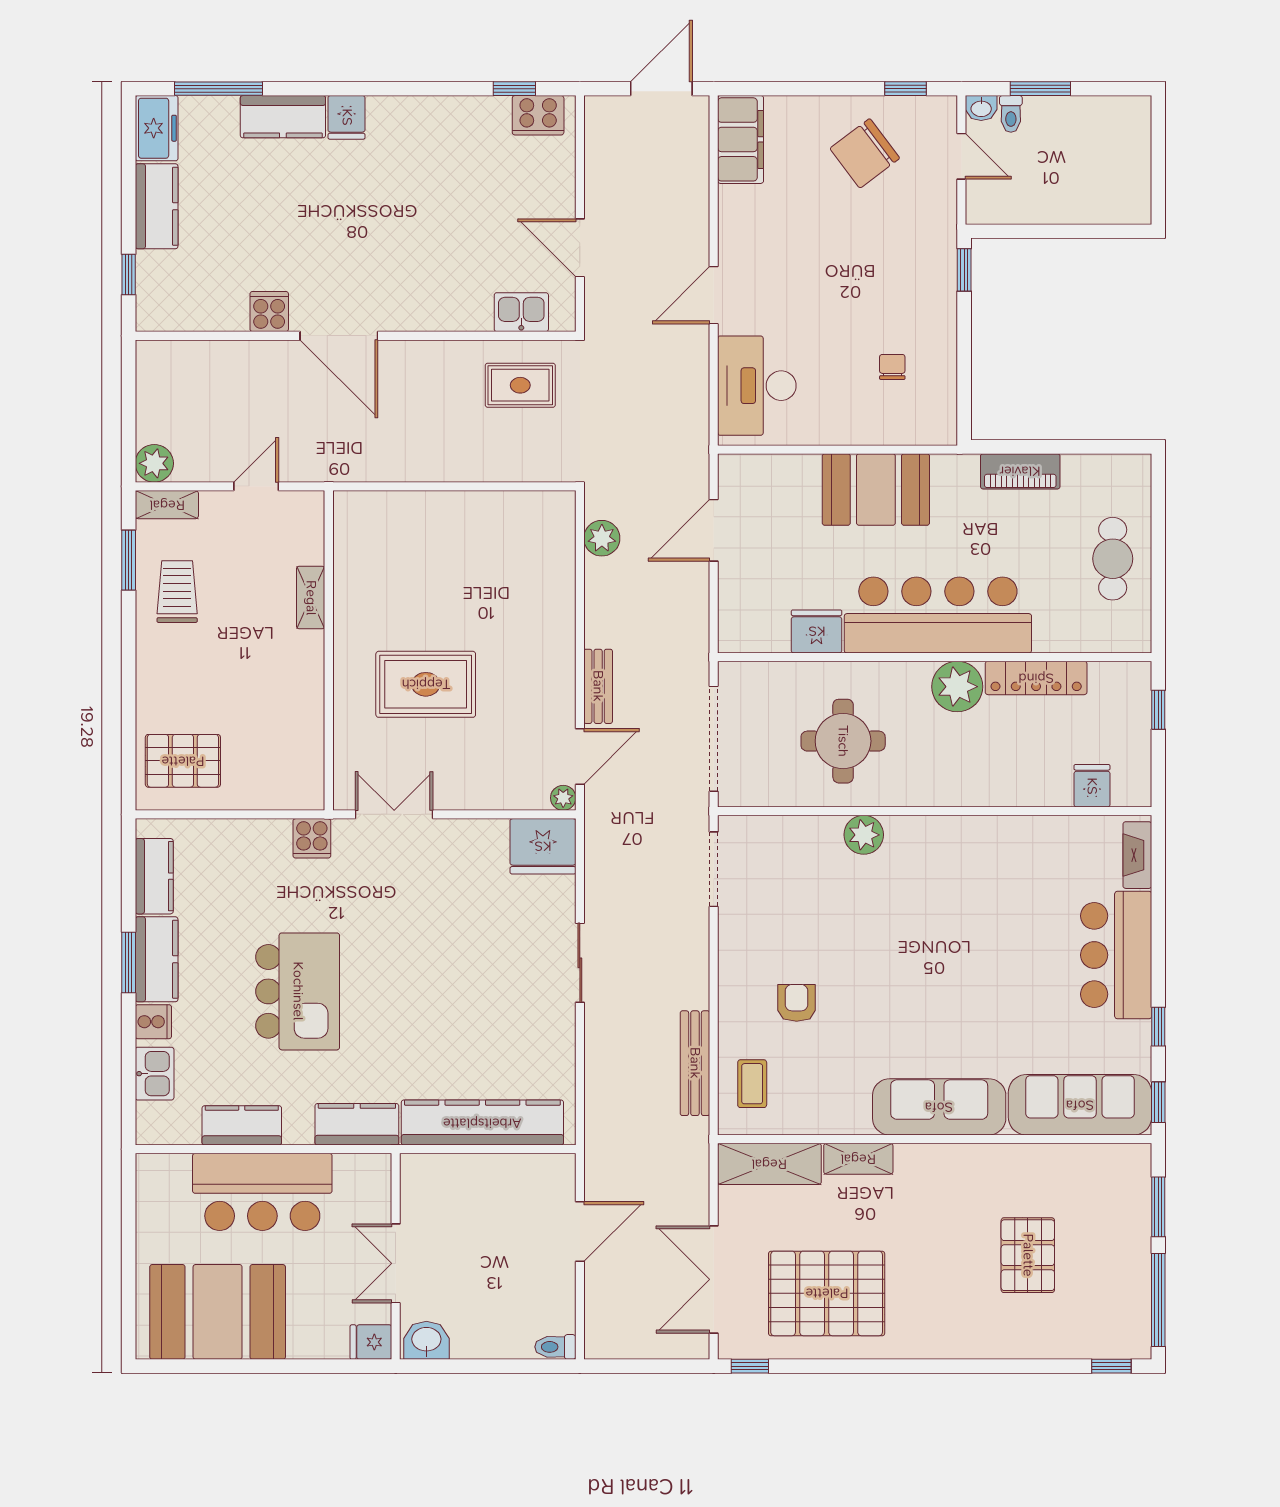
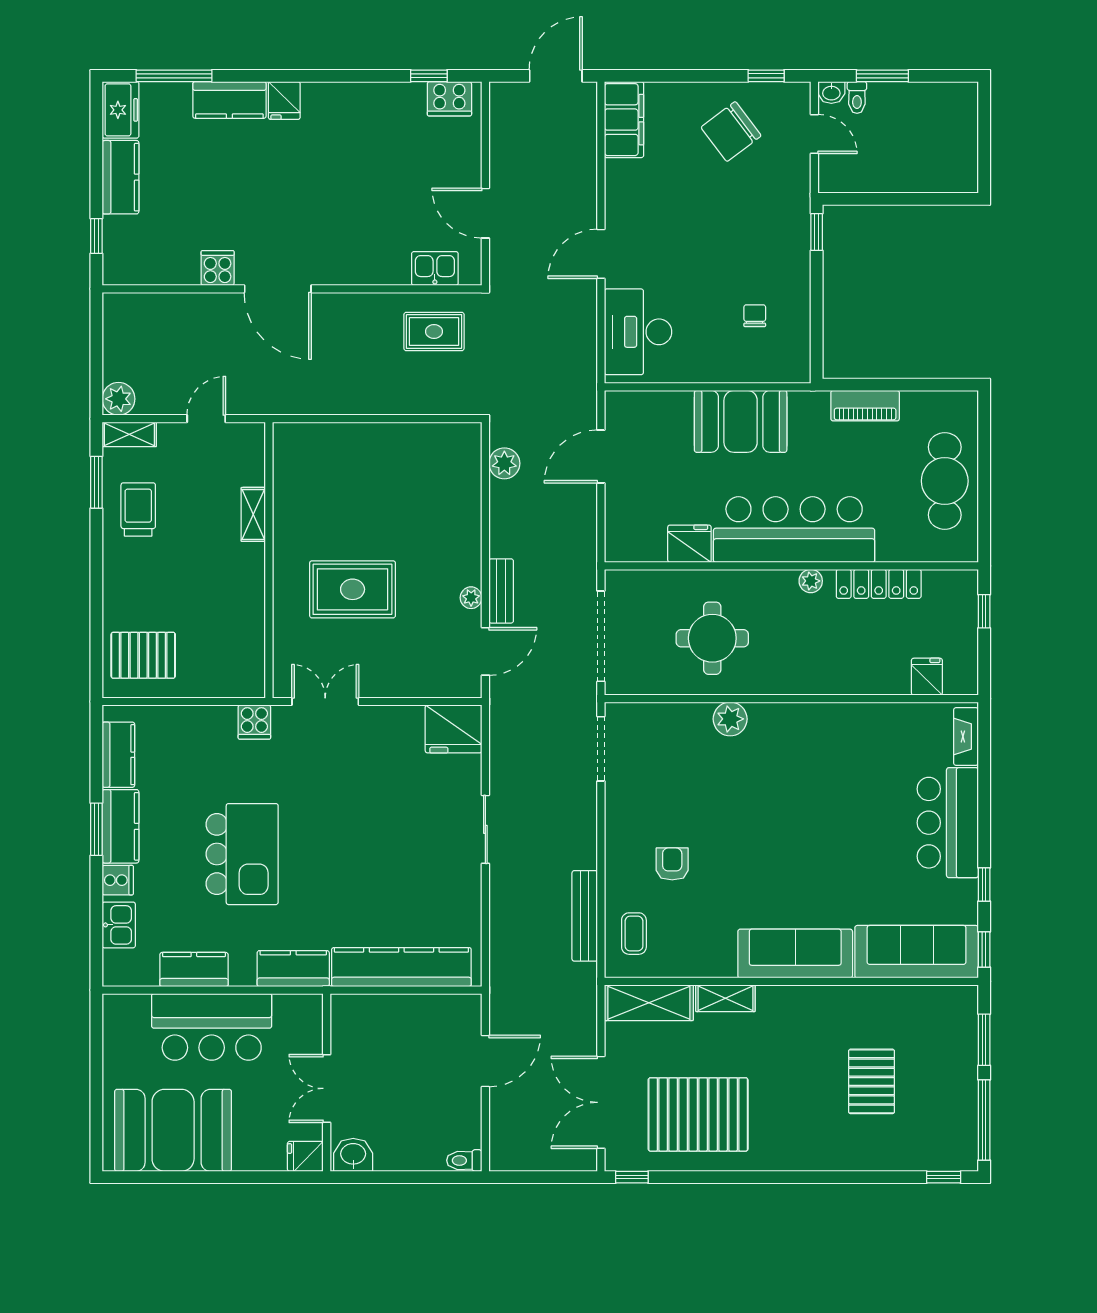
cafe table: (1113, 559) -> (945, 481), width x1.37, depth x1.35
plant: (957, 687) -> (811, 581), width x0.53, depth x0.53
plant: (563, 798) -> (471, 598), moved

